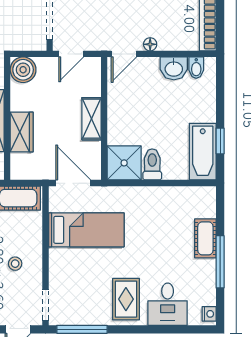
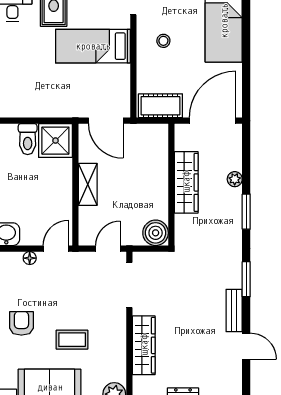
wardrobe: (22, 132) -> (157, 171), removed
bed: (86, 230) -> (93, 46), moved

